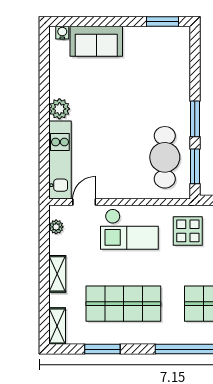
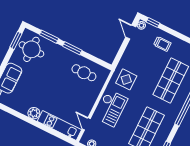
round table: (160, 54) -> (31, 49), added
cafe table: (165, 157) -> (84, 73), width x0.73, depth x0.74
window: (195, 166) -> (49, 37), moved

